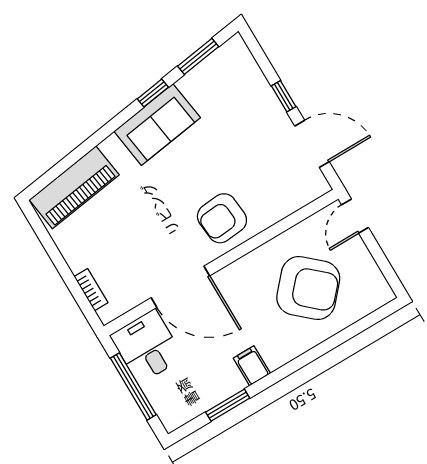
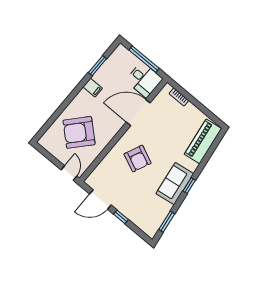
window: (153, 93) -> (189, 186), moved
armchair: (222, 218) -> (138, 159), moved, turned 119

